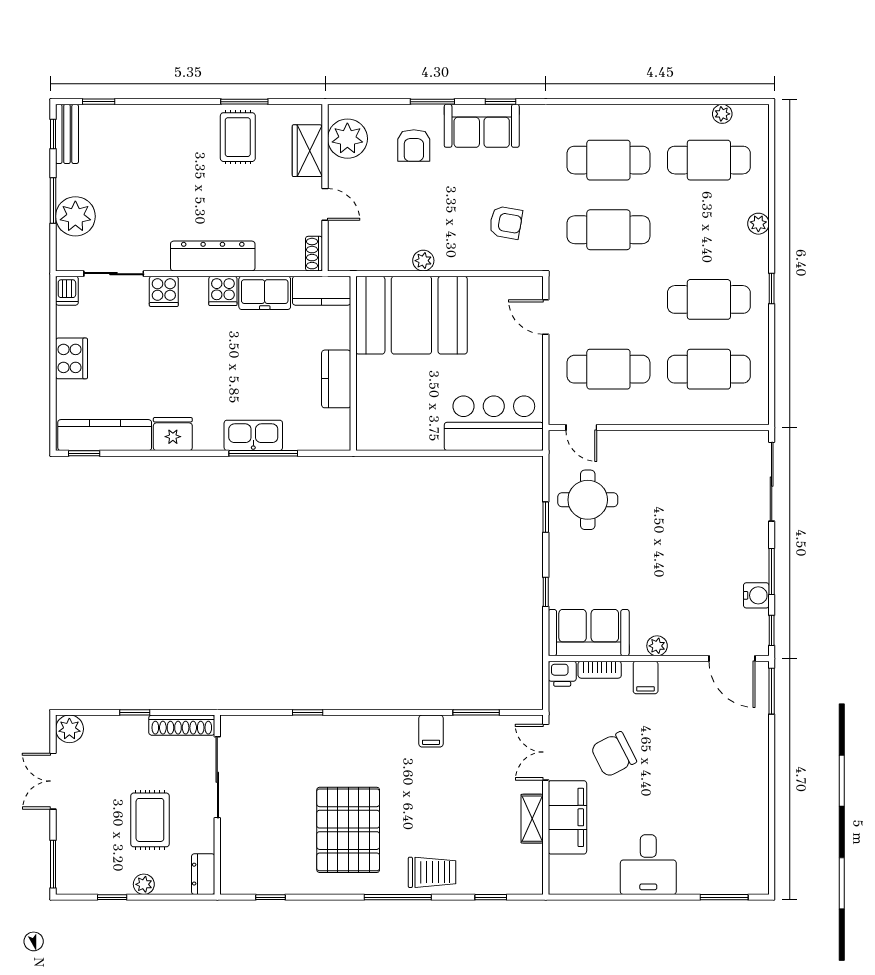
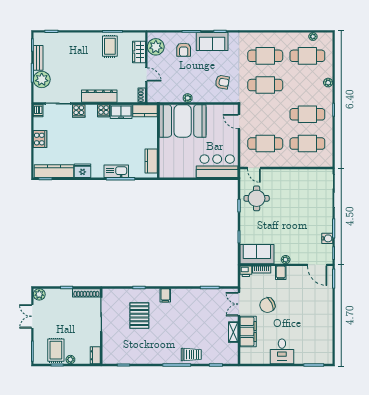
bench: (67, 134) -> (38, 58), moved
kitchen counter: (336, 379) -> (151, 161), moved
filing cabinet: (431, 731) -> (165, 295), moved
rug: (150, 820) -> (56, 350), moved
pallet: (348, 830) -> (139, 316), moved, width x0.73, depth x0.71

